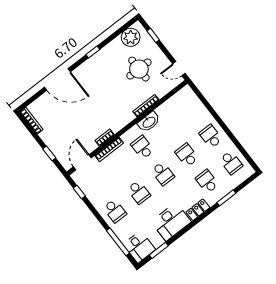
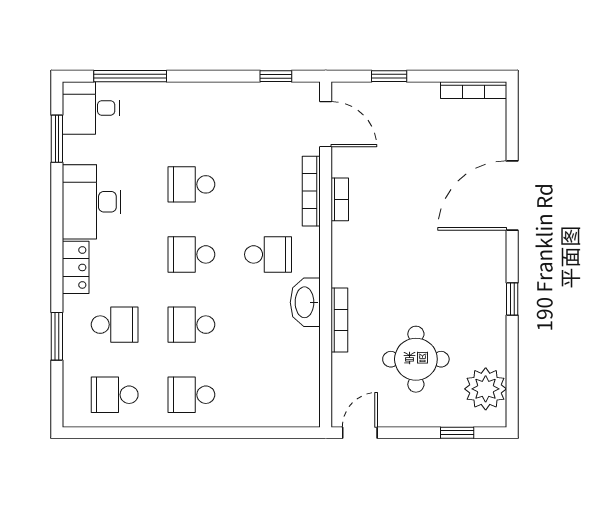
school desk: (211, 136) -> (191, 395), turned 180
school desk: (187, 155) -> (191, 325), turned 180
school desk: (115, 211) -> (191, 114), removed

